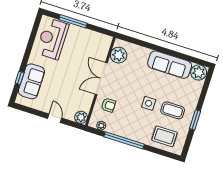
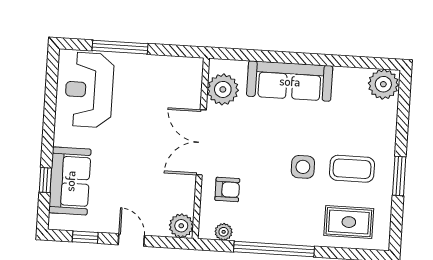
sofa: (170, 65) -> (290, 81), moved
window: (32, 111) -> (85, 237), added

